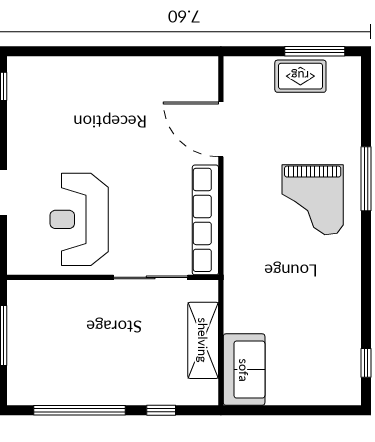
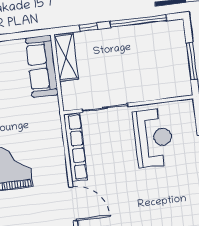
shelving: (203, 340) -> (66, 57), moved
sofa: (244, 370) -> (42, 66), width x1.36

